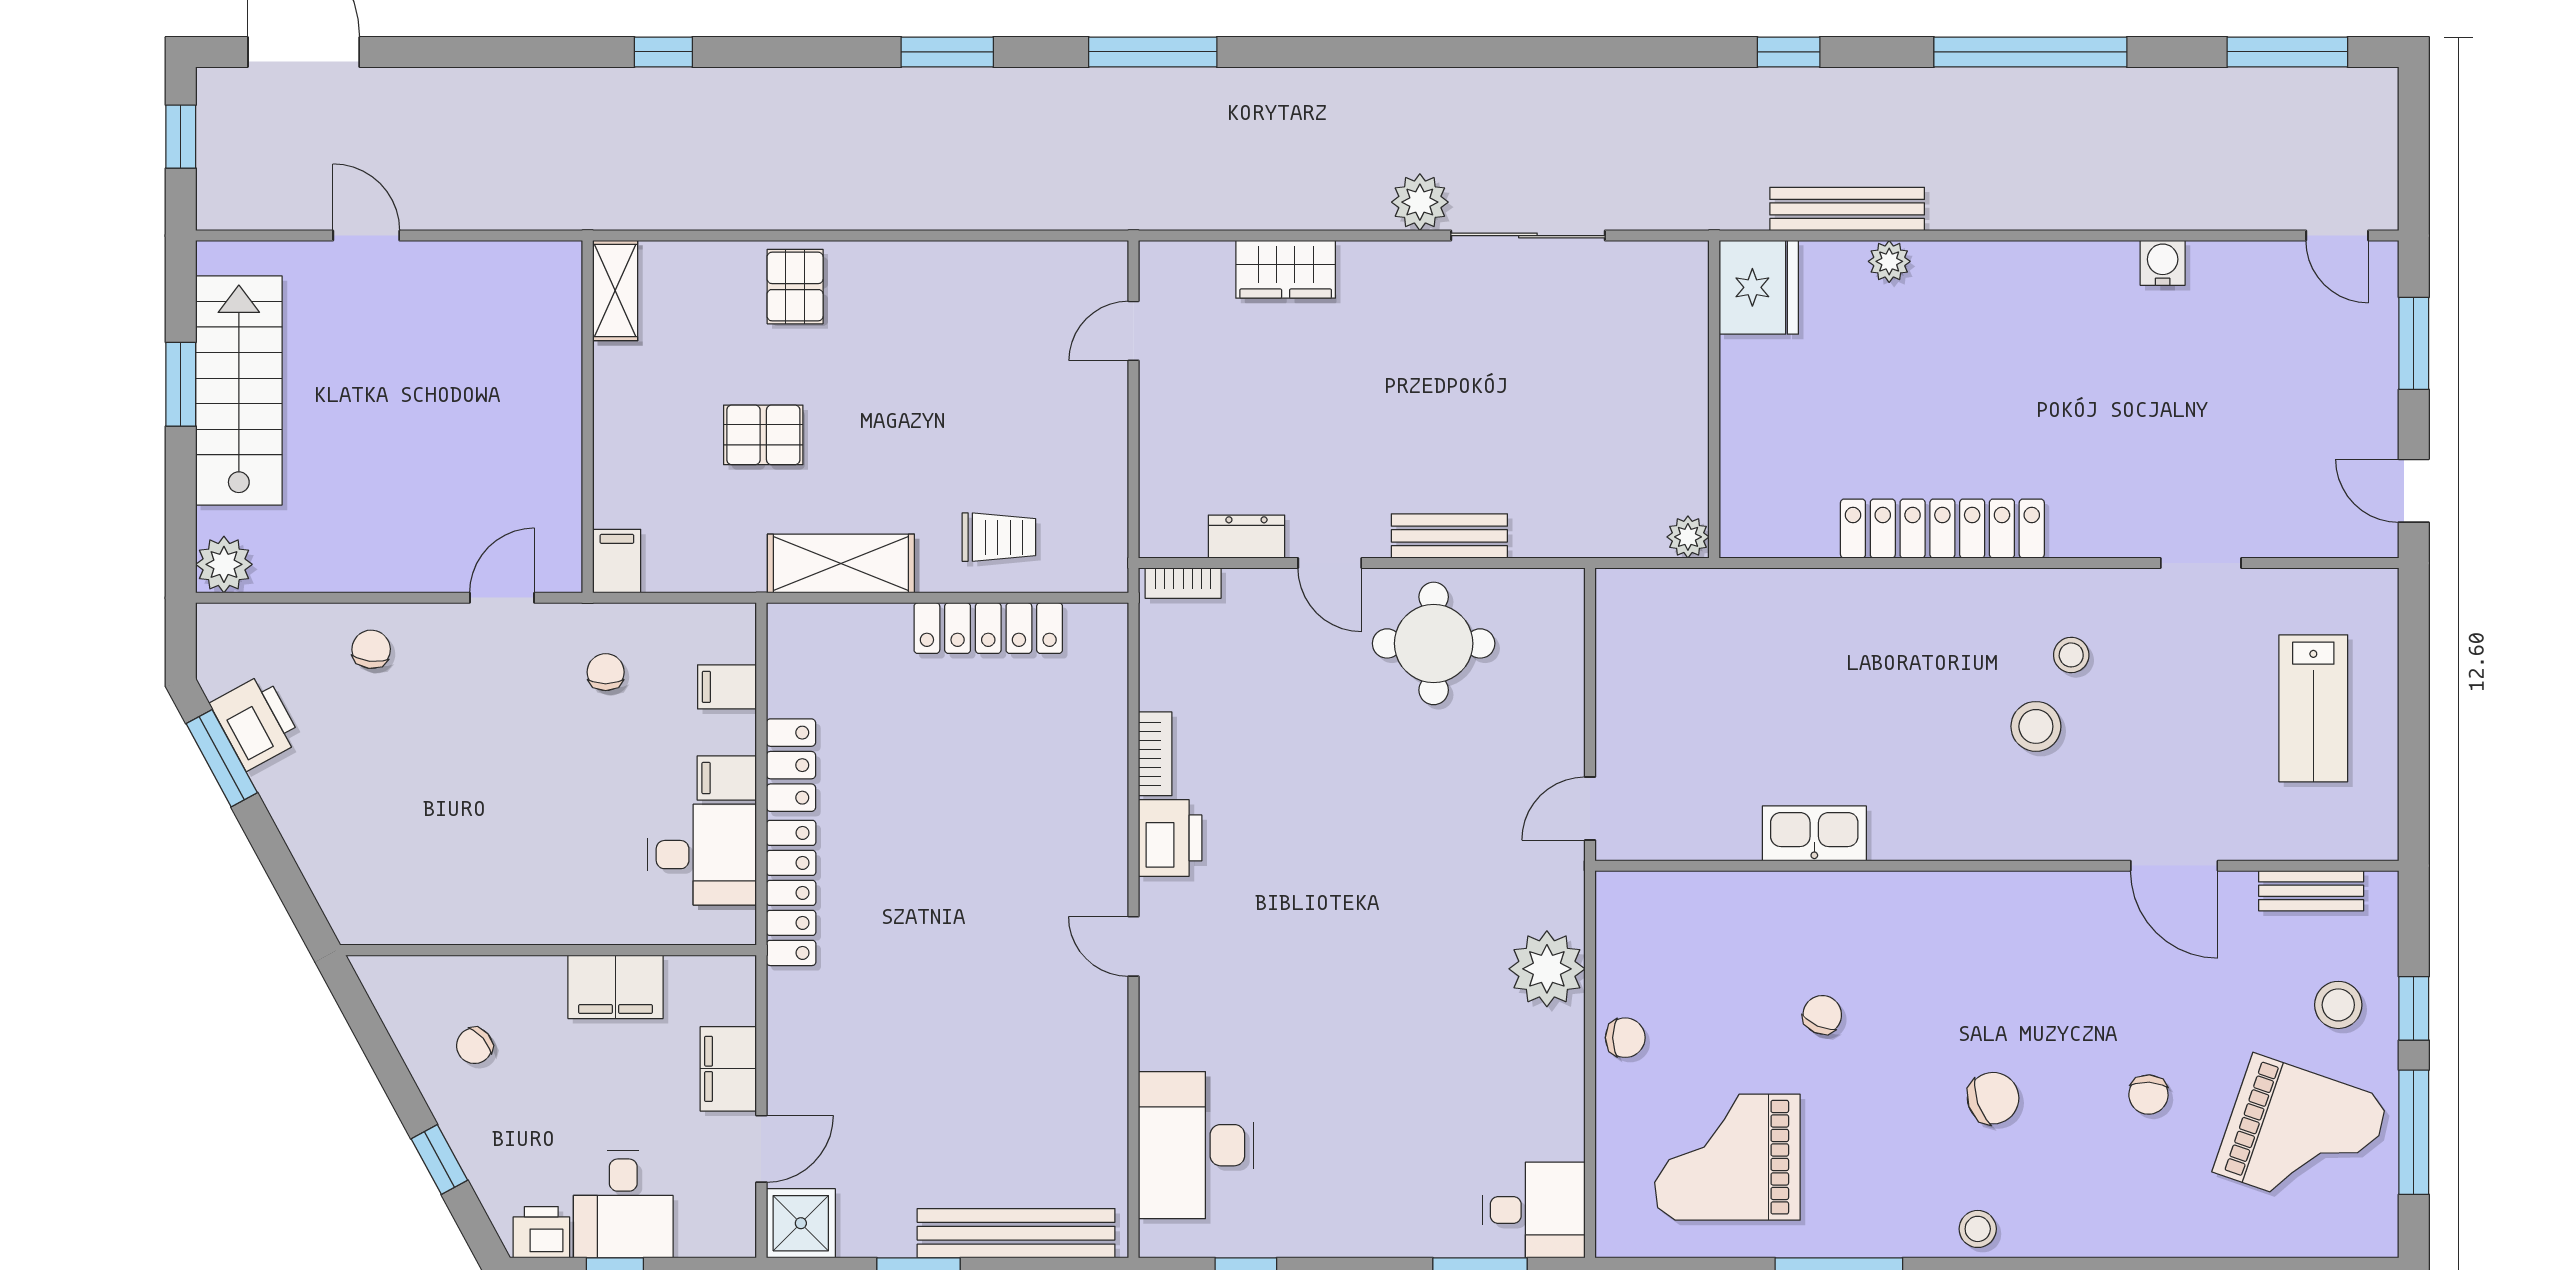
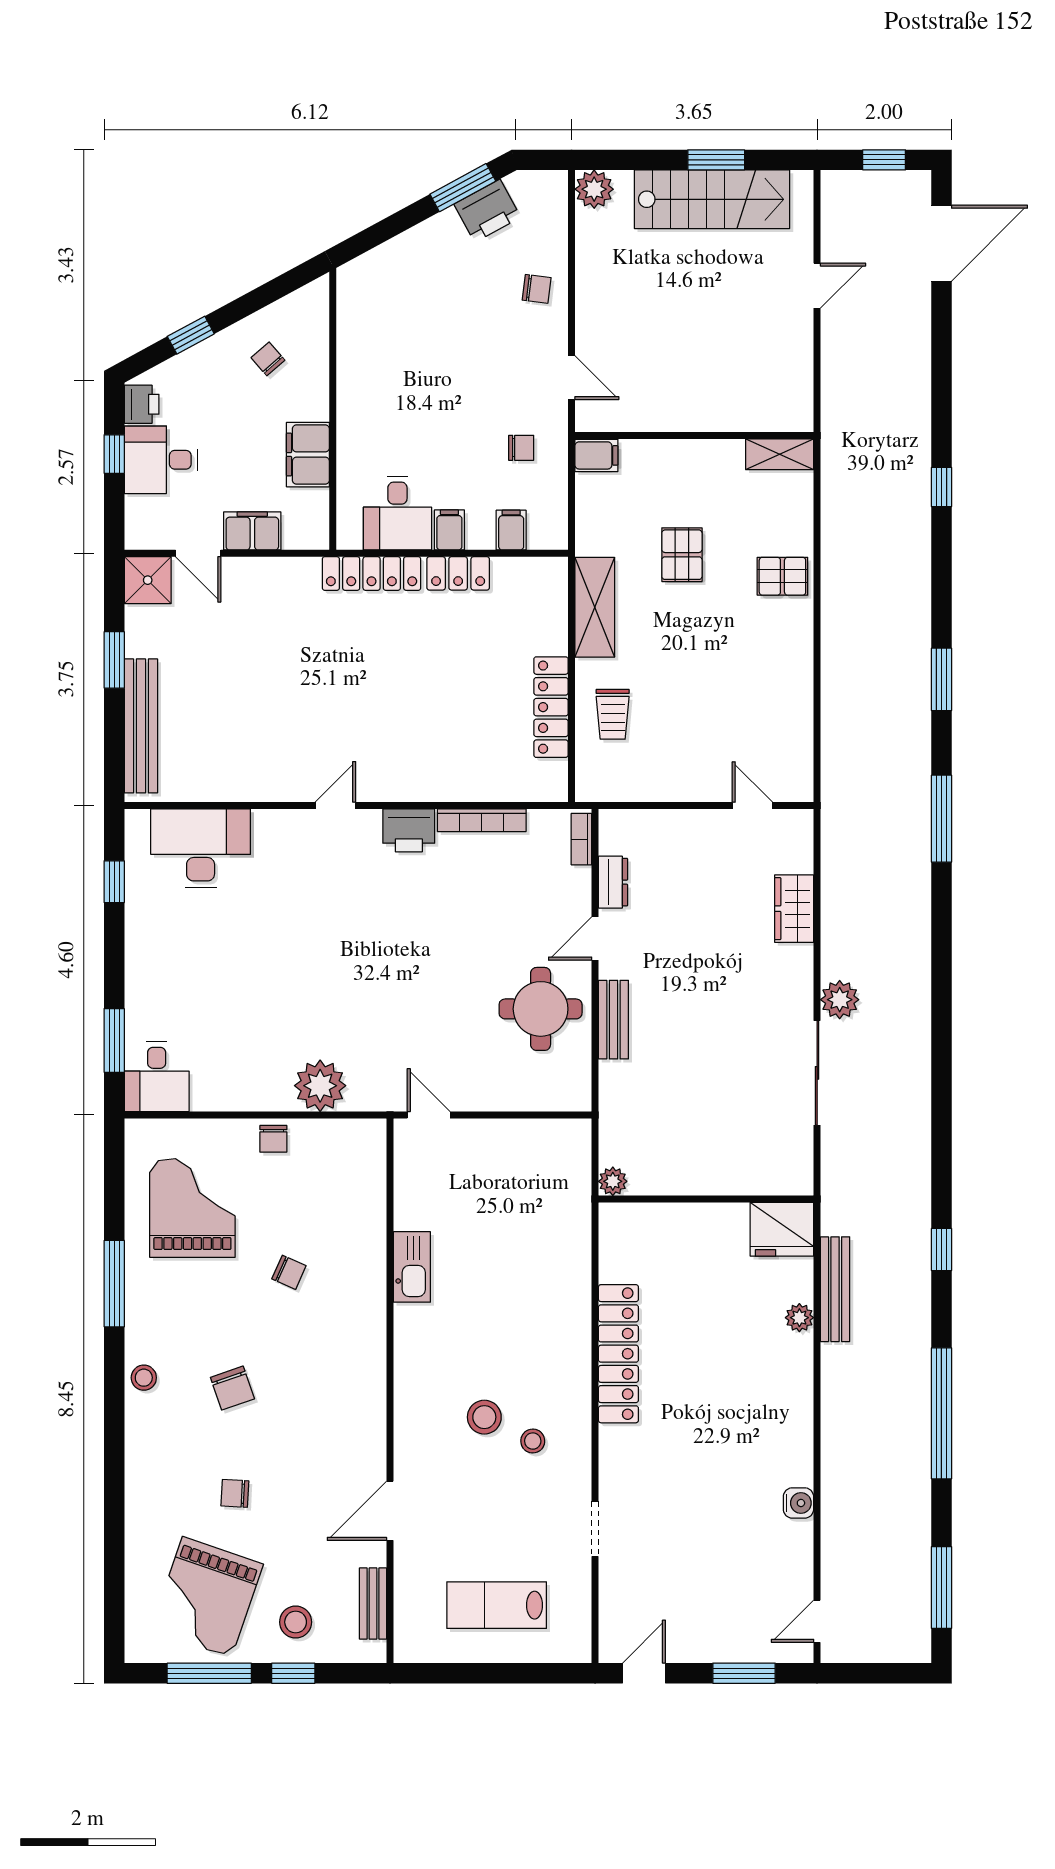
bookcase: (1155, 754) -> (482, 820), width x1.56

